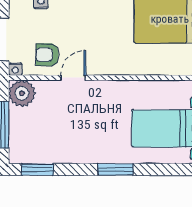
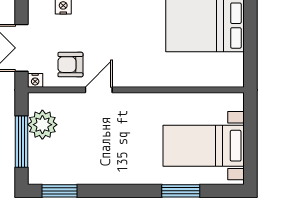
plant: (22, 93) -> (42, 125), moved
window: (115, 169) -> (181, 191), moved

